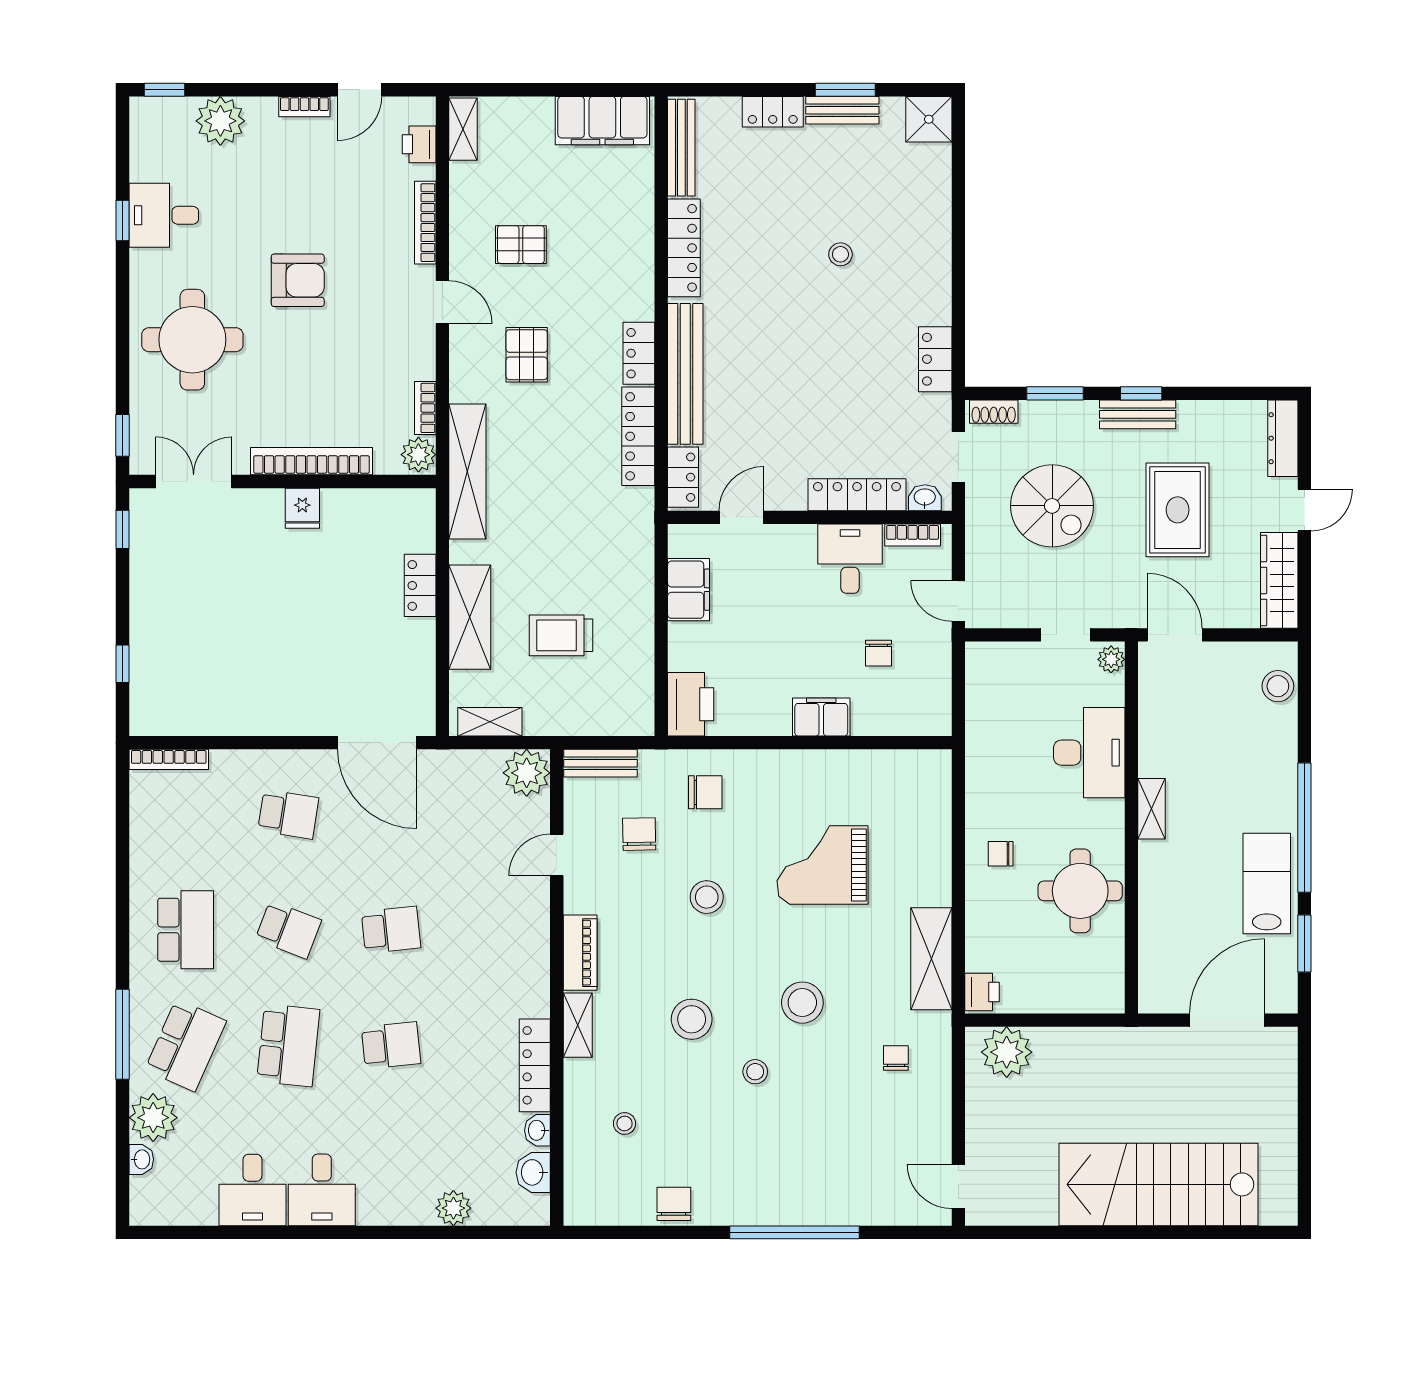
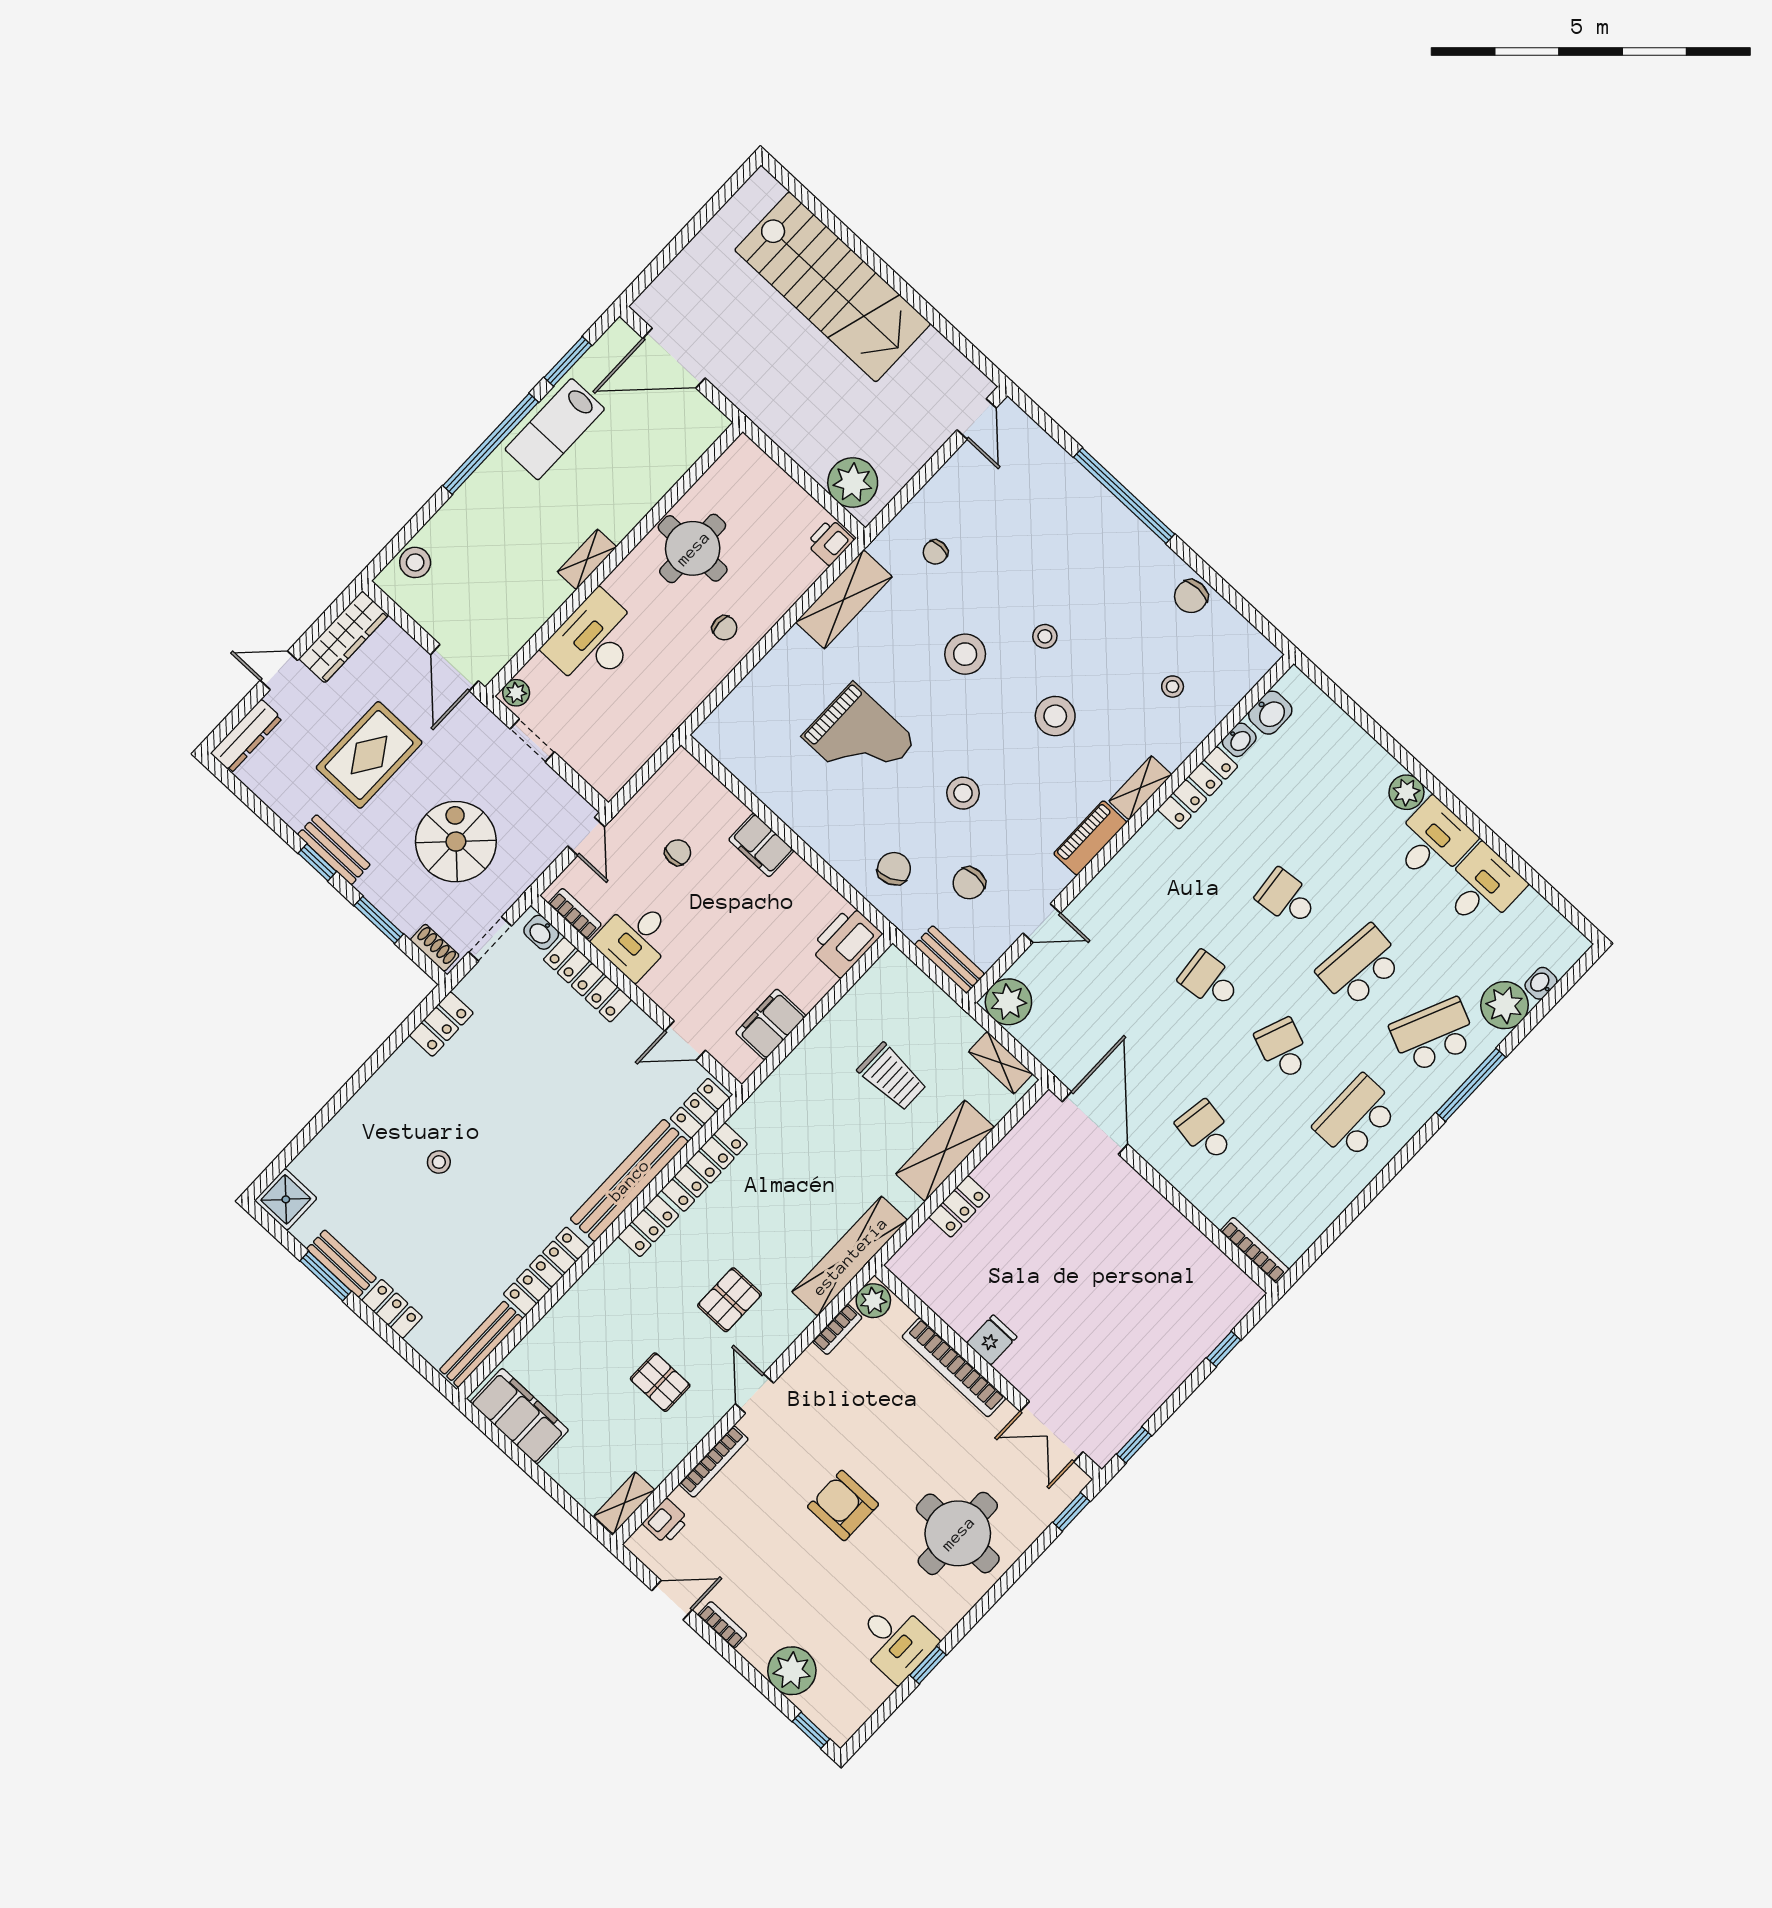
chair: (705, 792) -> (894, 869), turned 67
plant: (453, 1208) -> (1406, 792), moved

